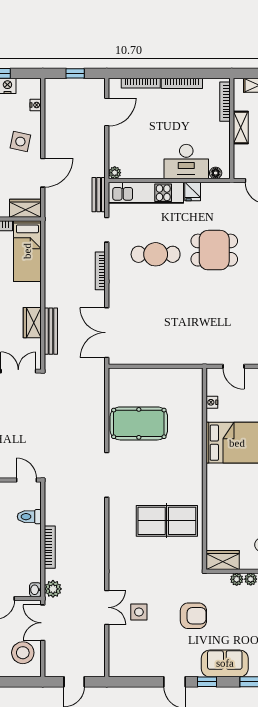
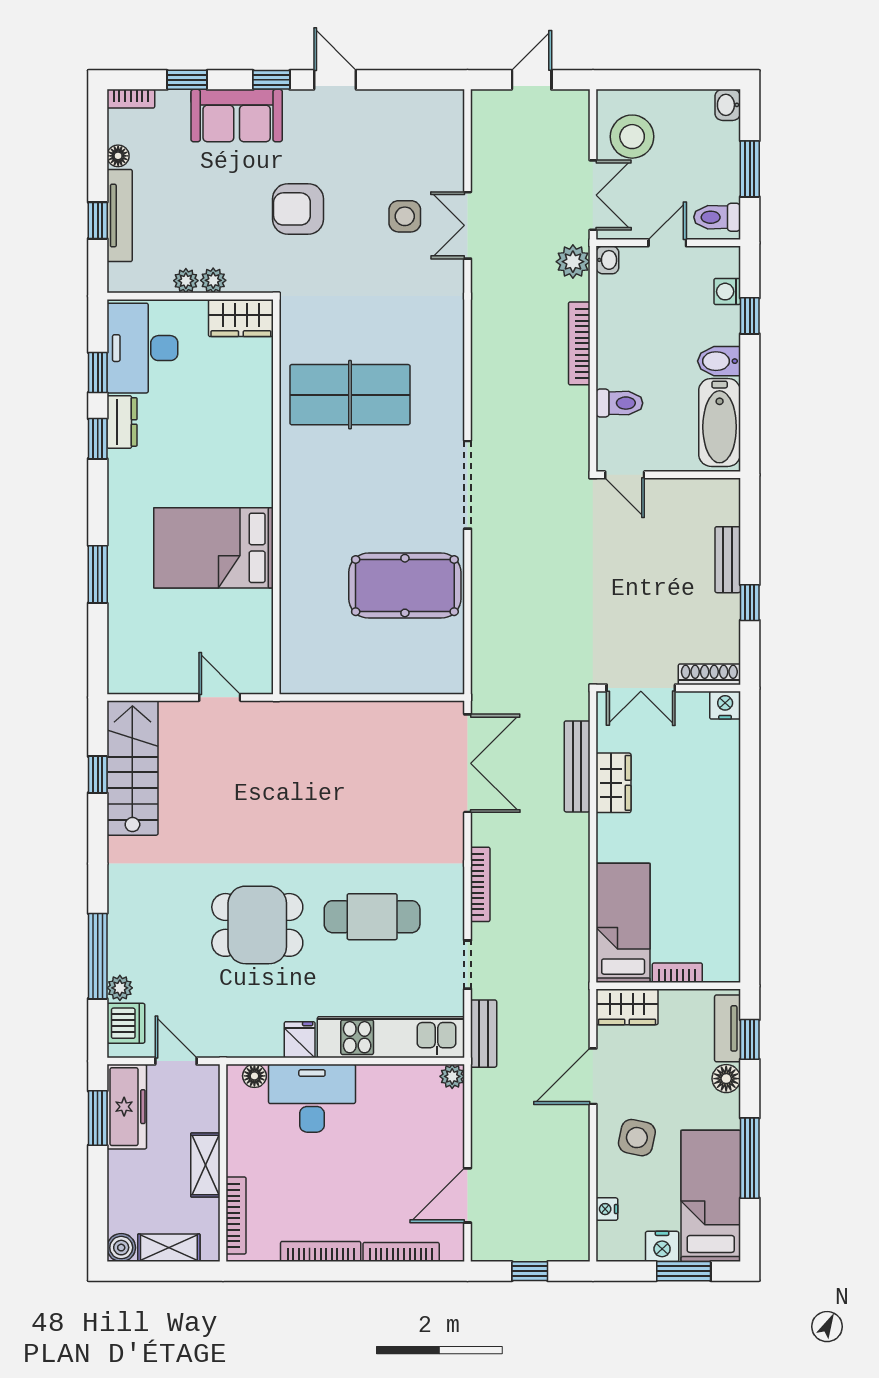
nightstand: (212, 402) -> (262, 627), removed

